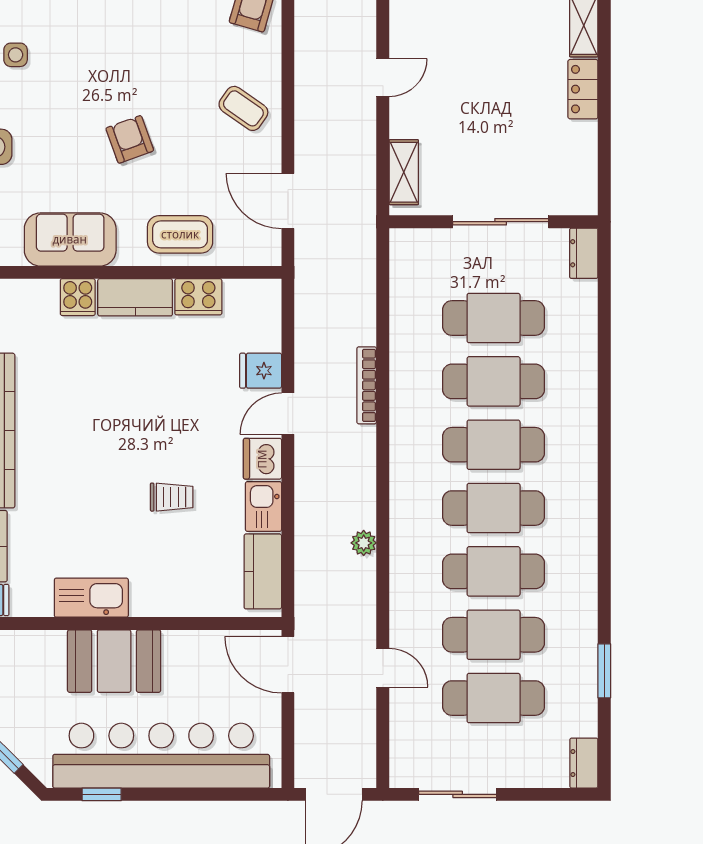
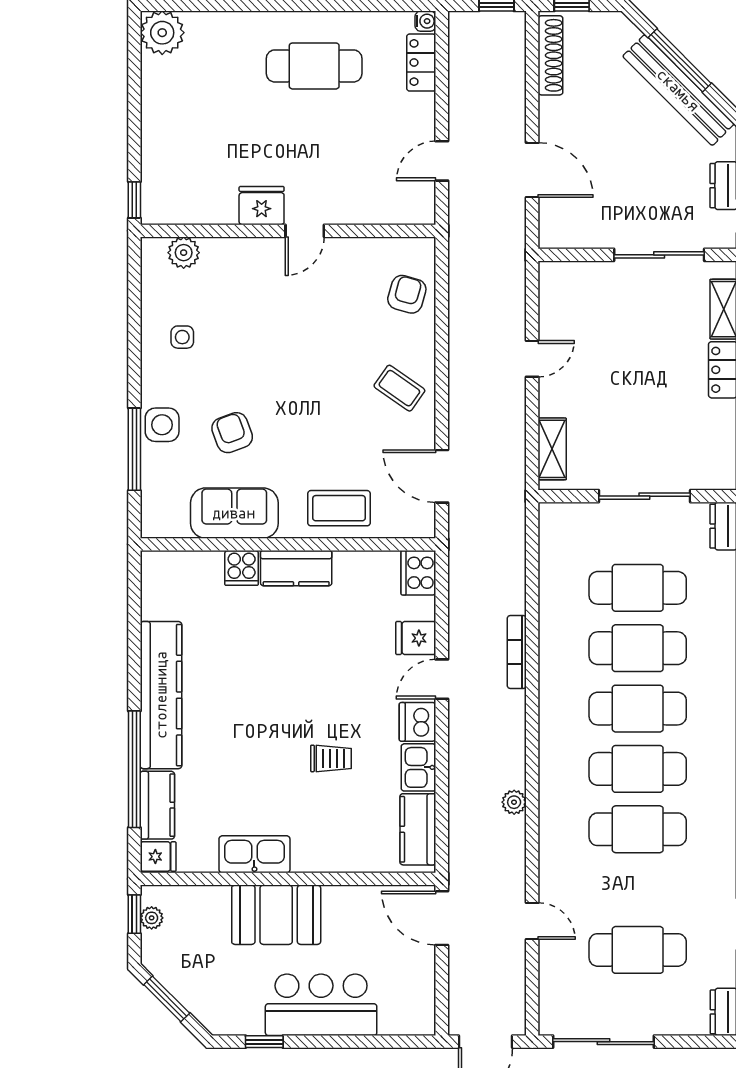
armchair: (130, 139) -> (232, 433), moved
cooker: (198, 297) -> (418, 573), moved, turned 90
cafe table: (494, 635) -> (638, 890), removed
bar counter: (161, 756) -> (321, 1005), width x0.54
sliding door: (458, 794) -> (603, 1042), width x1.37

